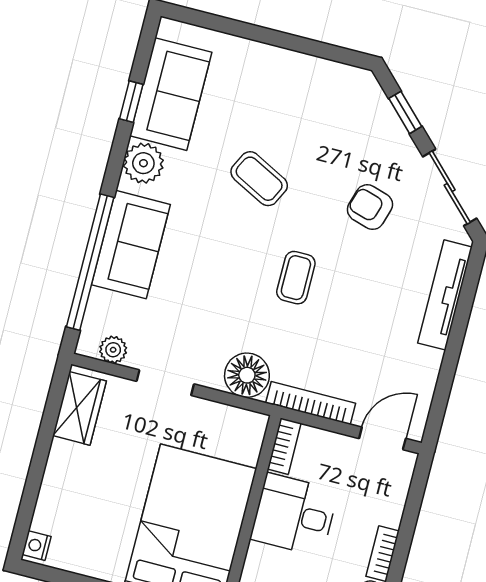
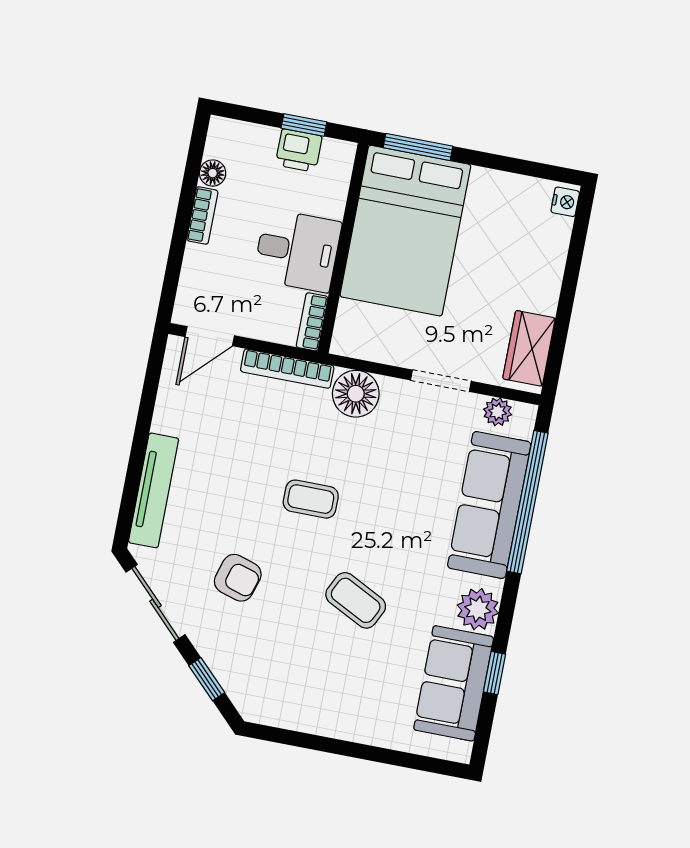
sofa: (131, 245) -> (489, 505), width x1.36
coffee table: (296, 278) -> (311, 499), turned 90

